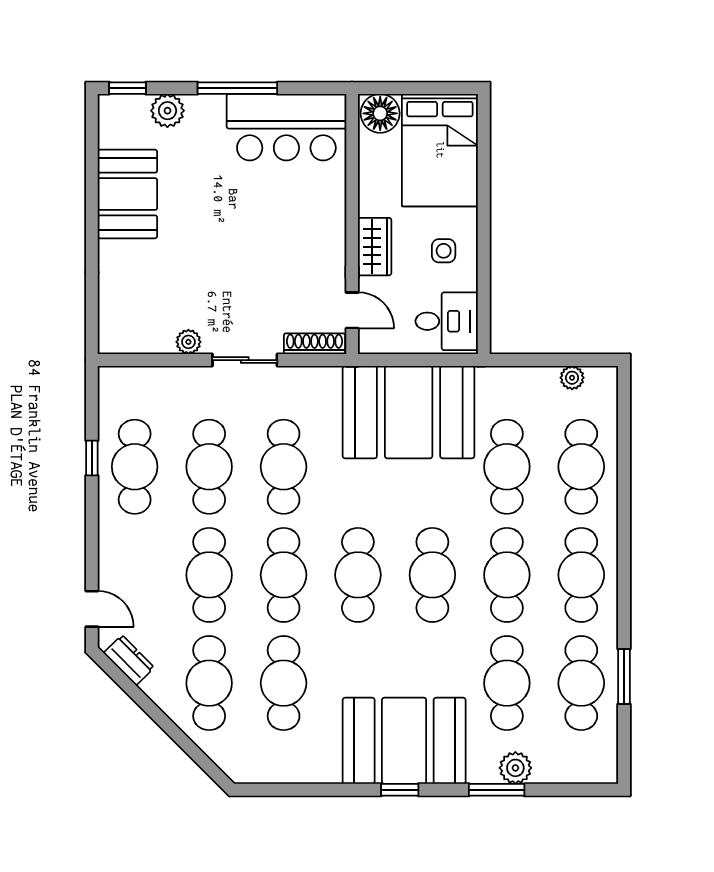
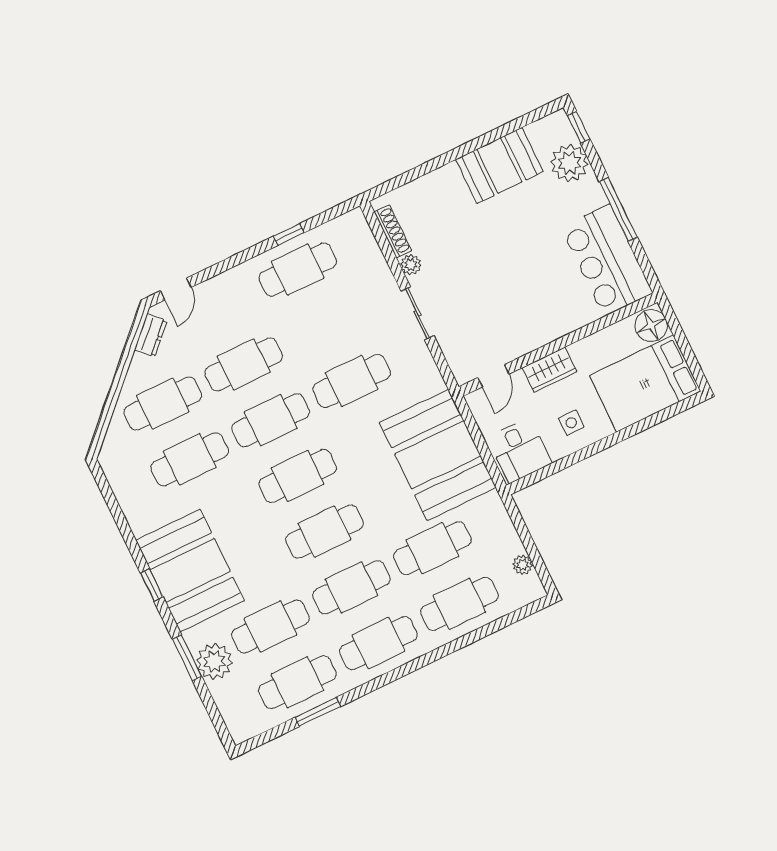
plant: (167, 111) -> (569, 163), width x1.36, depth x1.36
shoe rack: (314, 344) -> (393, 231), moved
cafe table: (209, 467) -> (325, 325), removed
plant: (515, 768) -> (214, 661), width x1.36, depth x1.36

